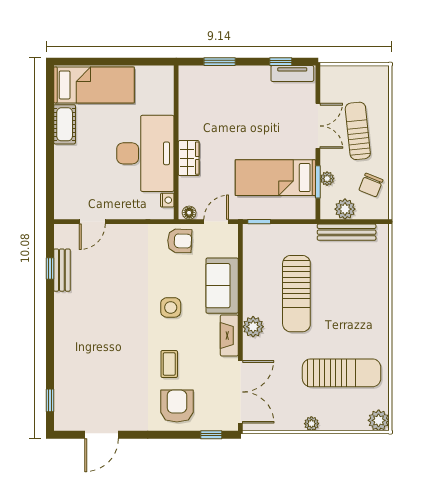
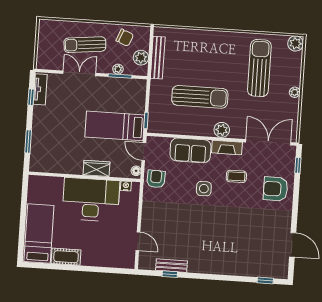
bed: (275, 178) -> (115, 126), moved, turned 90
coffee table: (169, 364) -> (236, 176), moved

